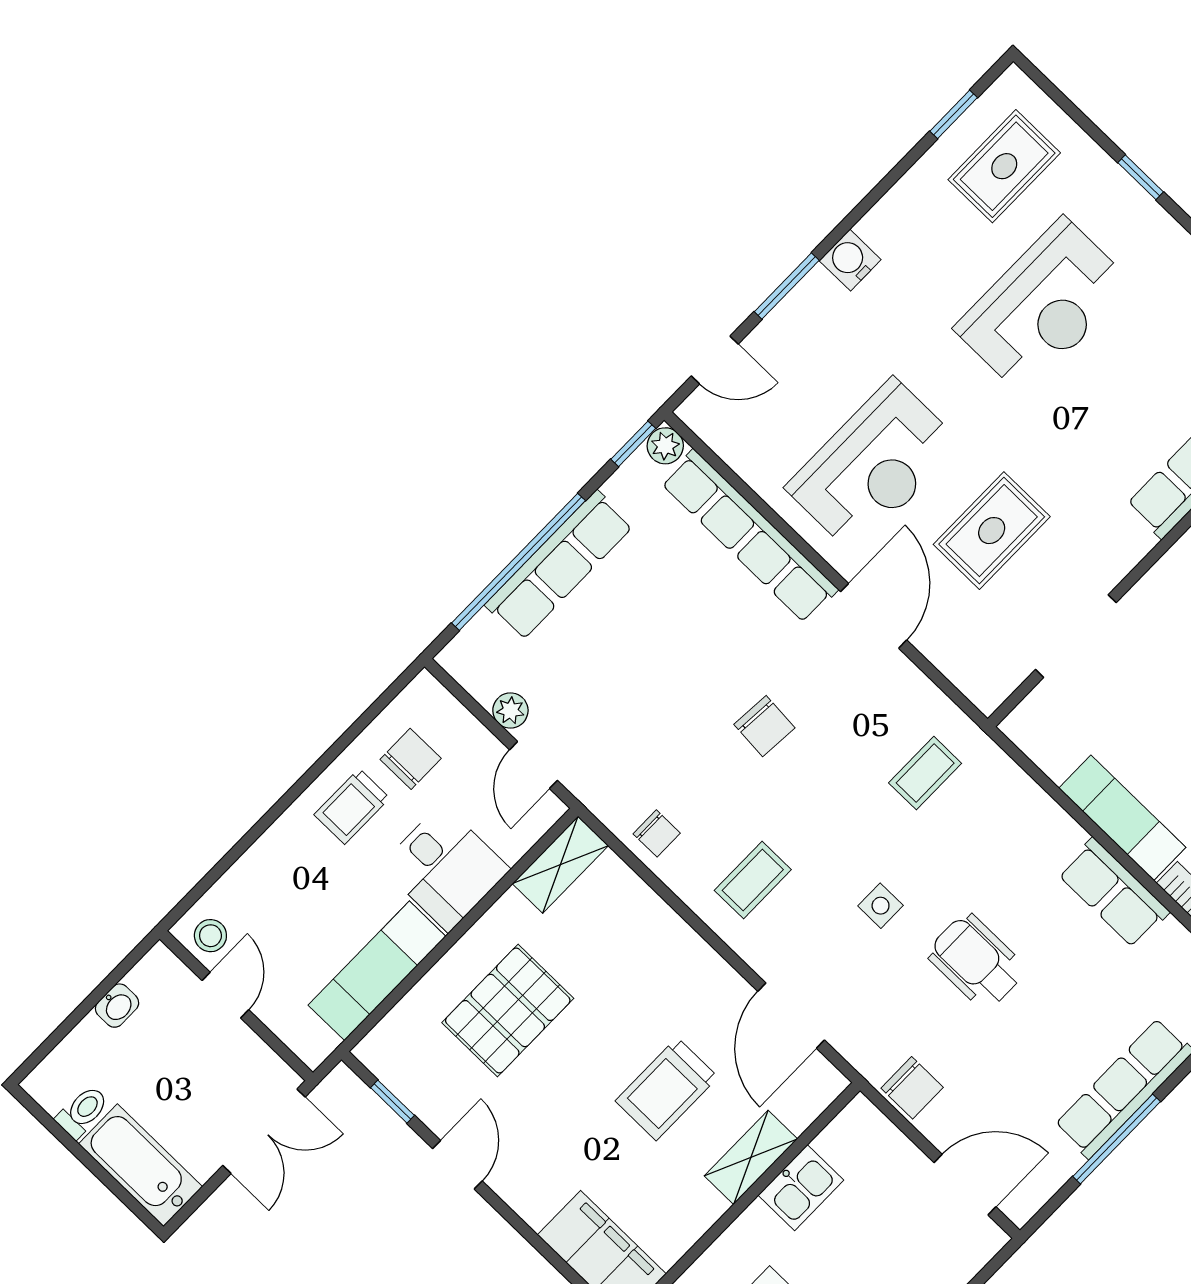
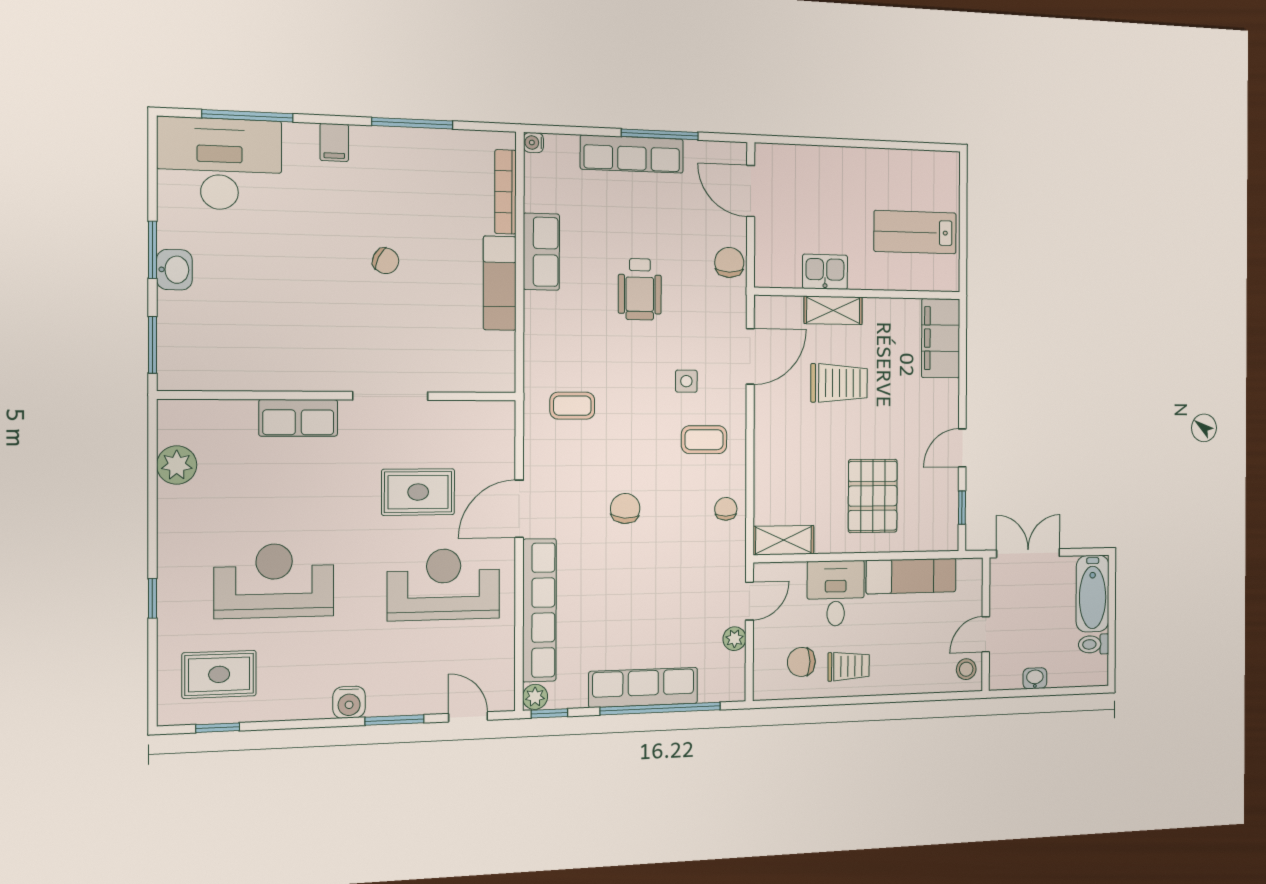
doorway: (1076, 636) -> (390, 396), moved
side table: (881, 906) -> (686, 381), moved
pallet: (508, 1011) -> (873, 496), turned 90

